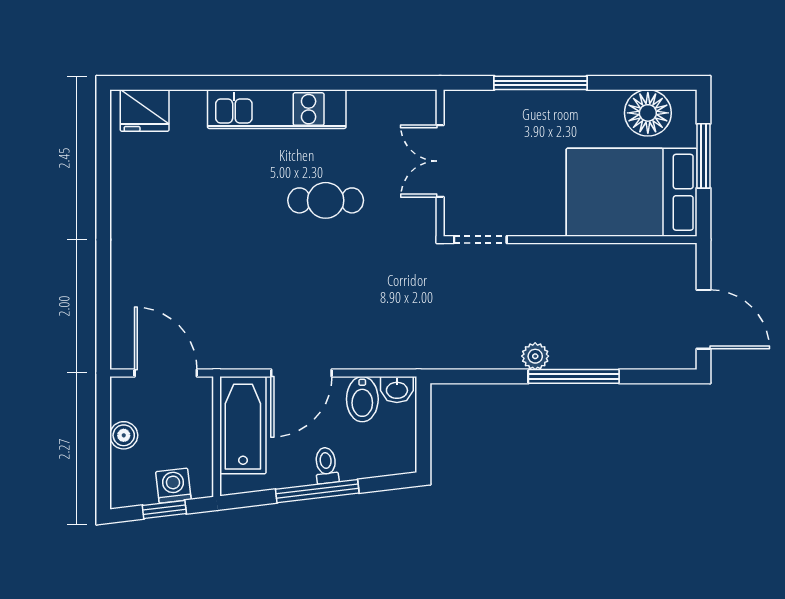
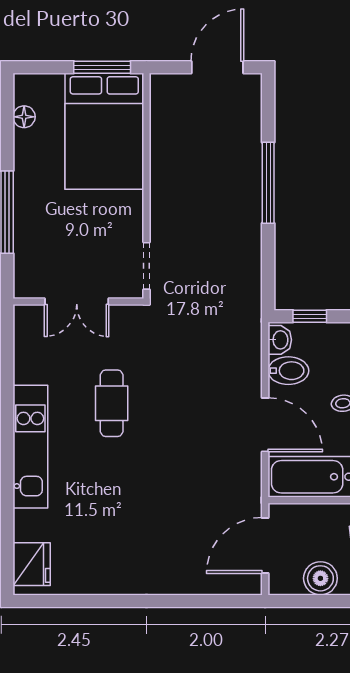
floor lamp: (648, 113) -> (24, 117), width x0.53, depth x0.53
window: (704, 156) -> (102, 67), moved
plant: (535, 356) -> (250, 217), removed
window: (423, 423) -> (310, 316), added
boiler: (124, 435) -> (320, 578), width x1.36, depth x1.36

